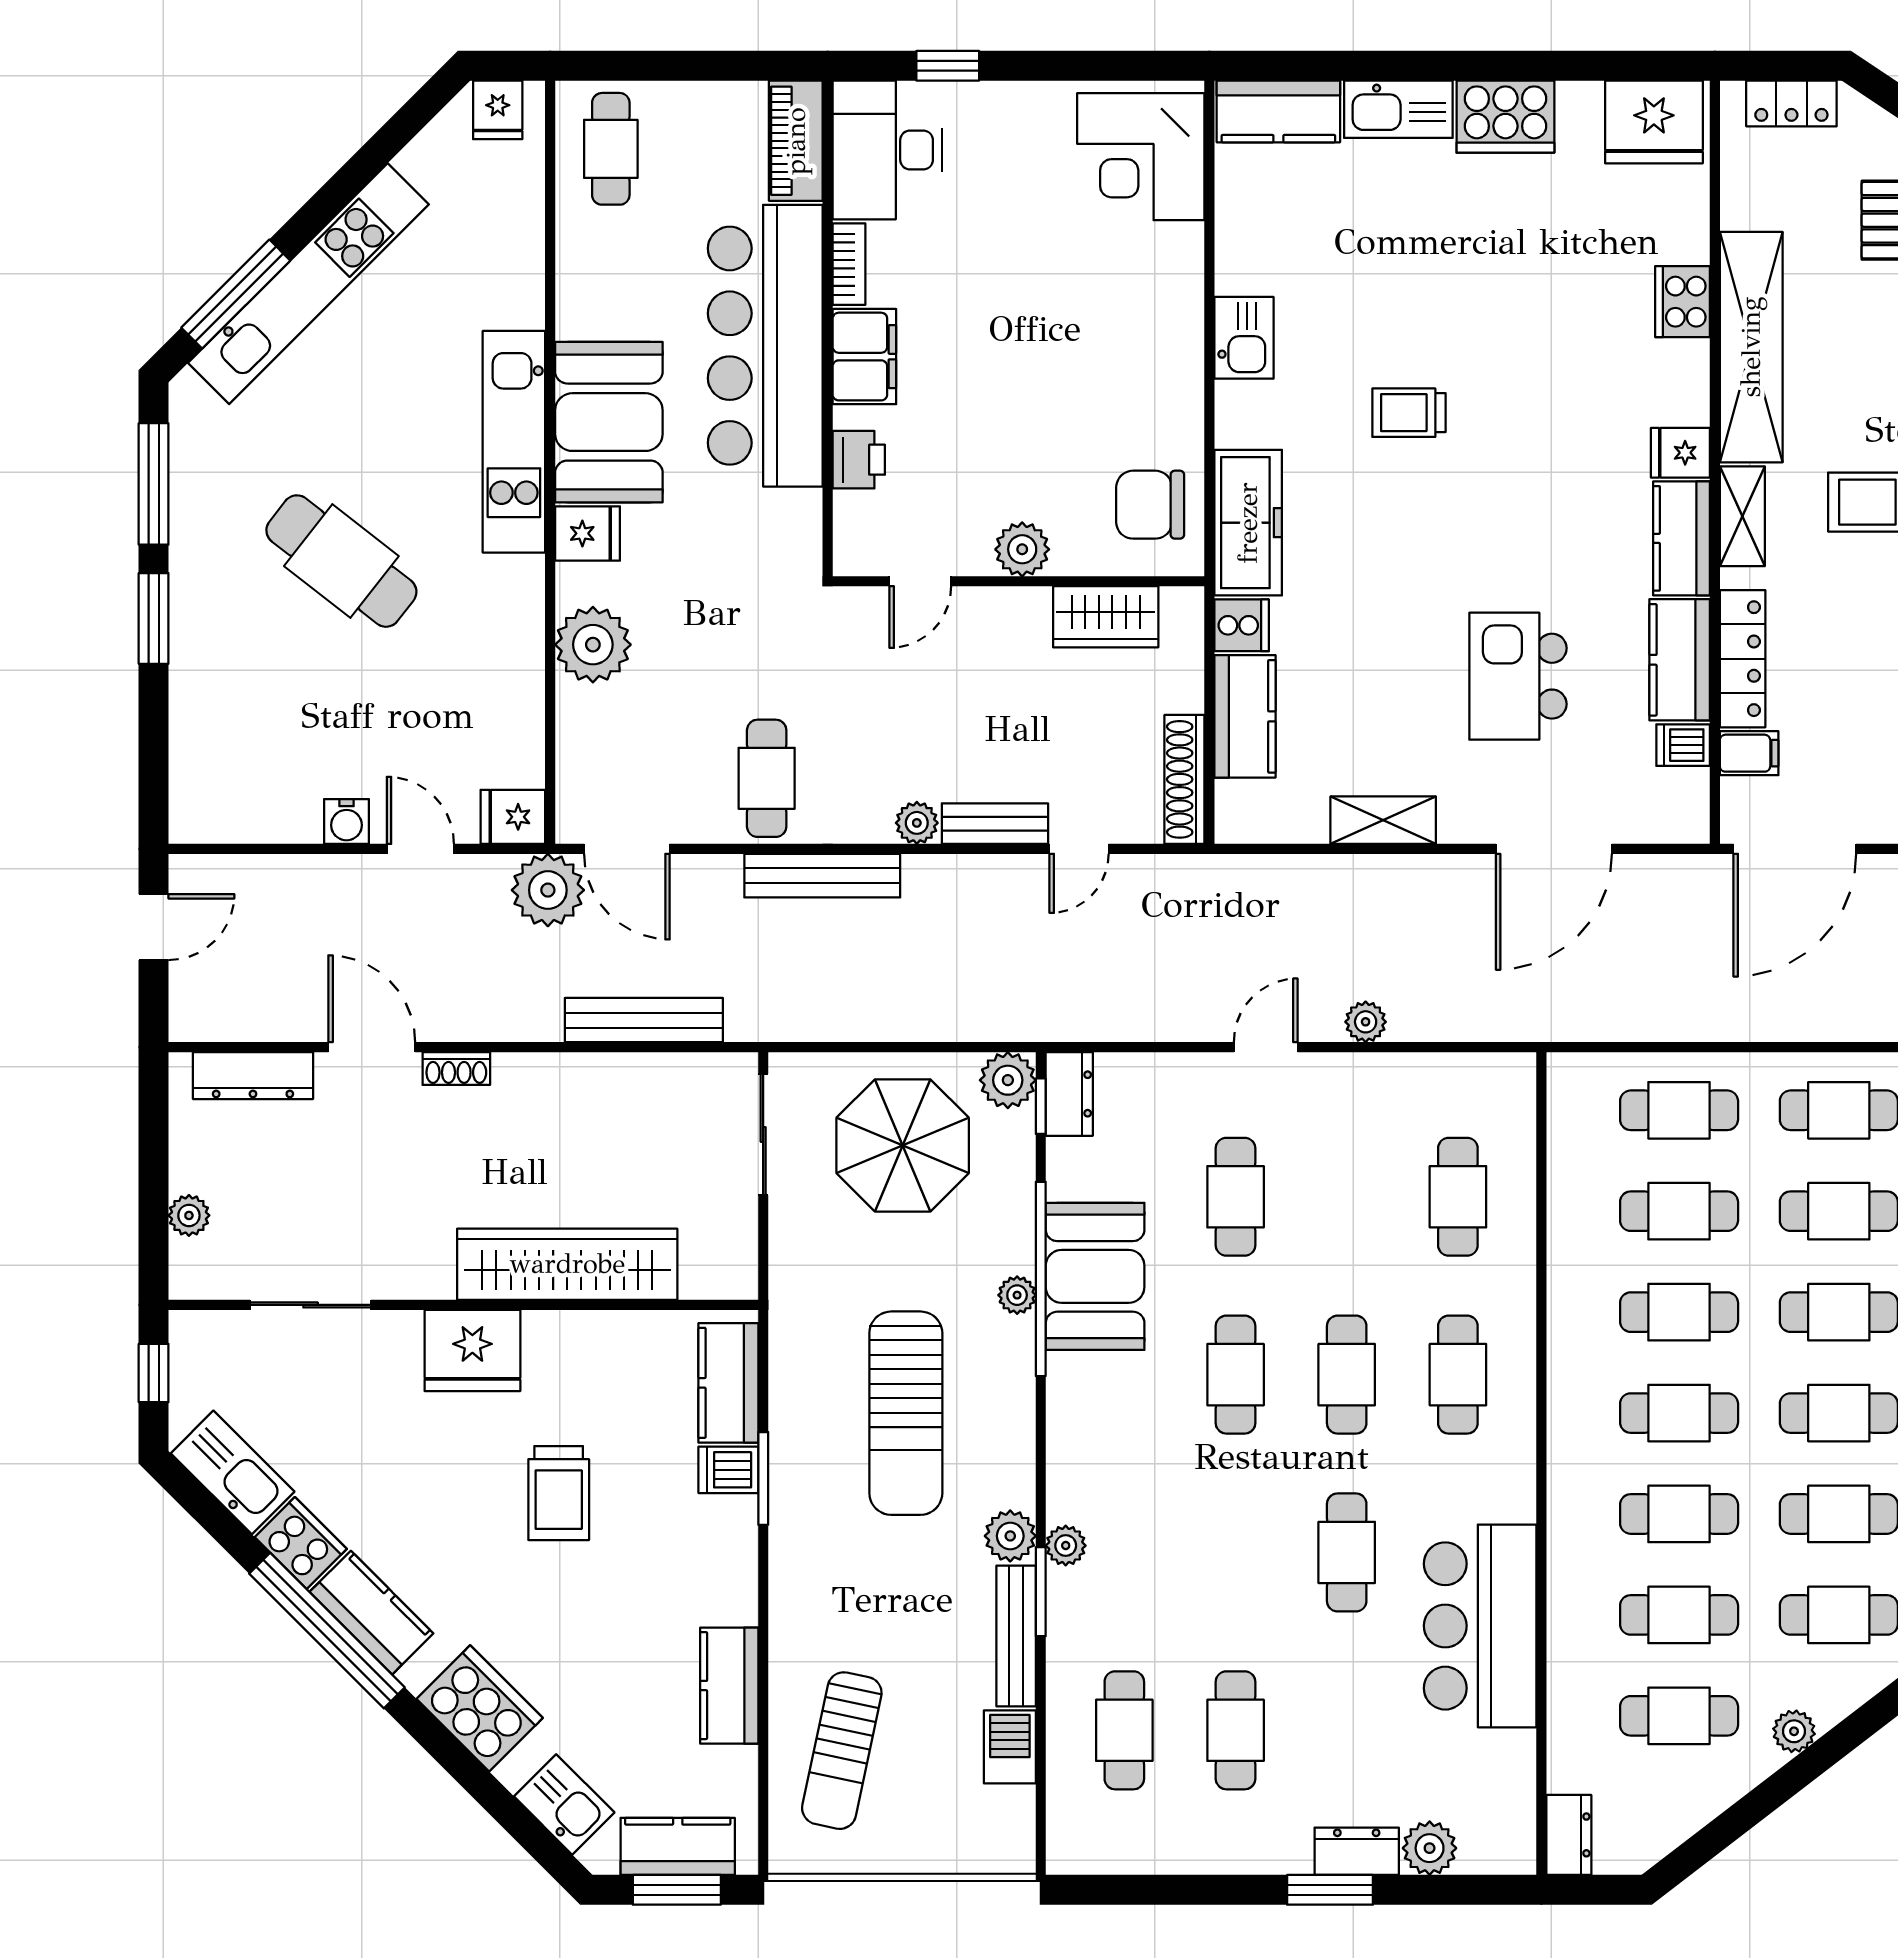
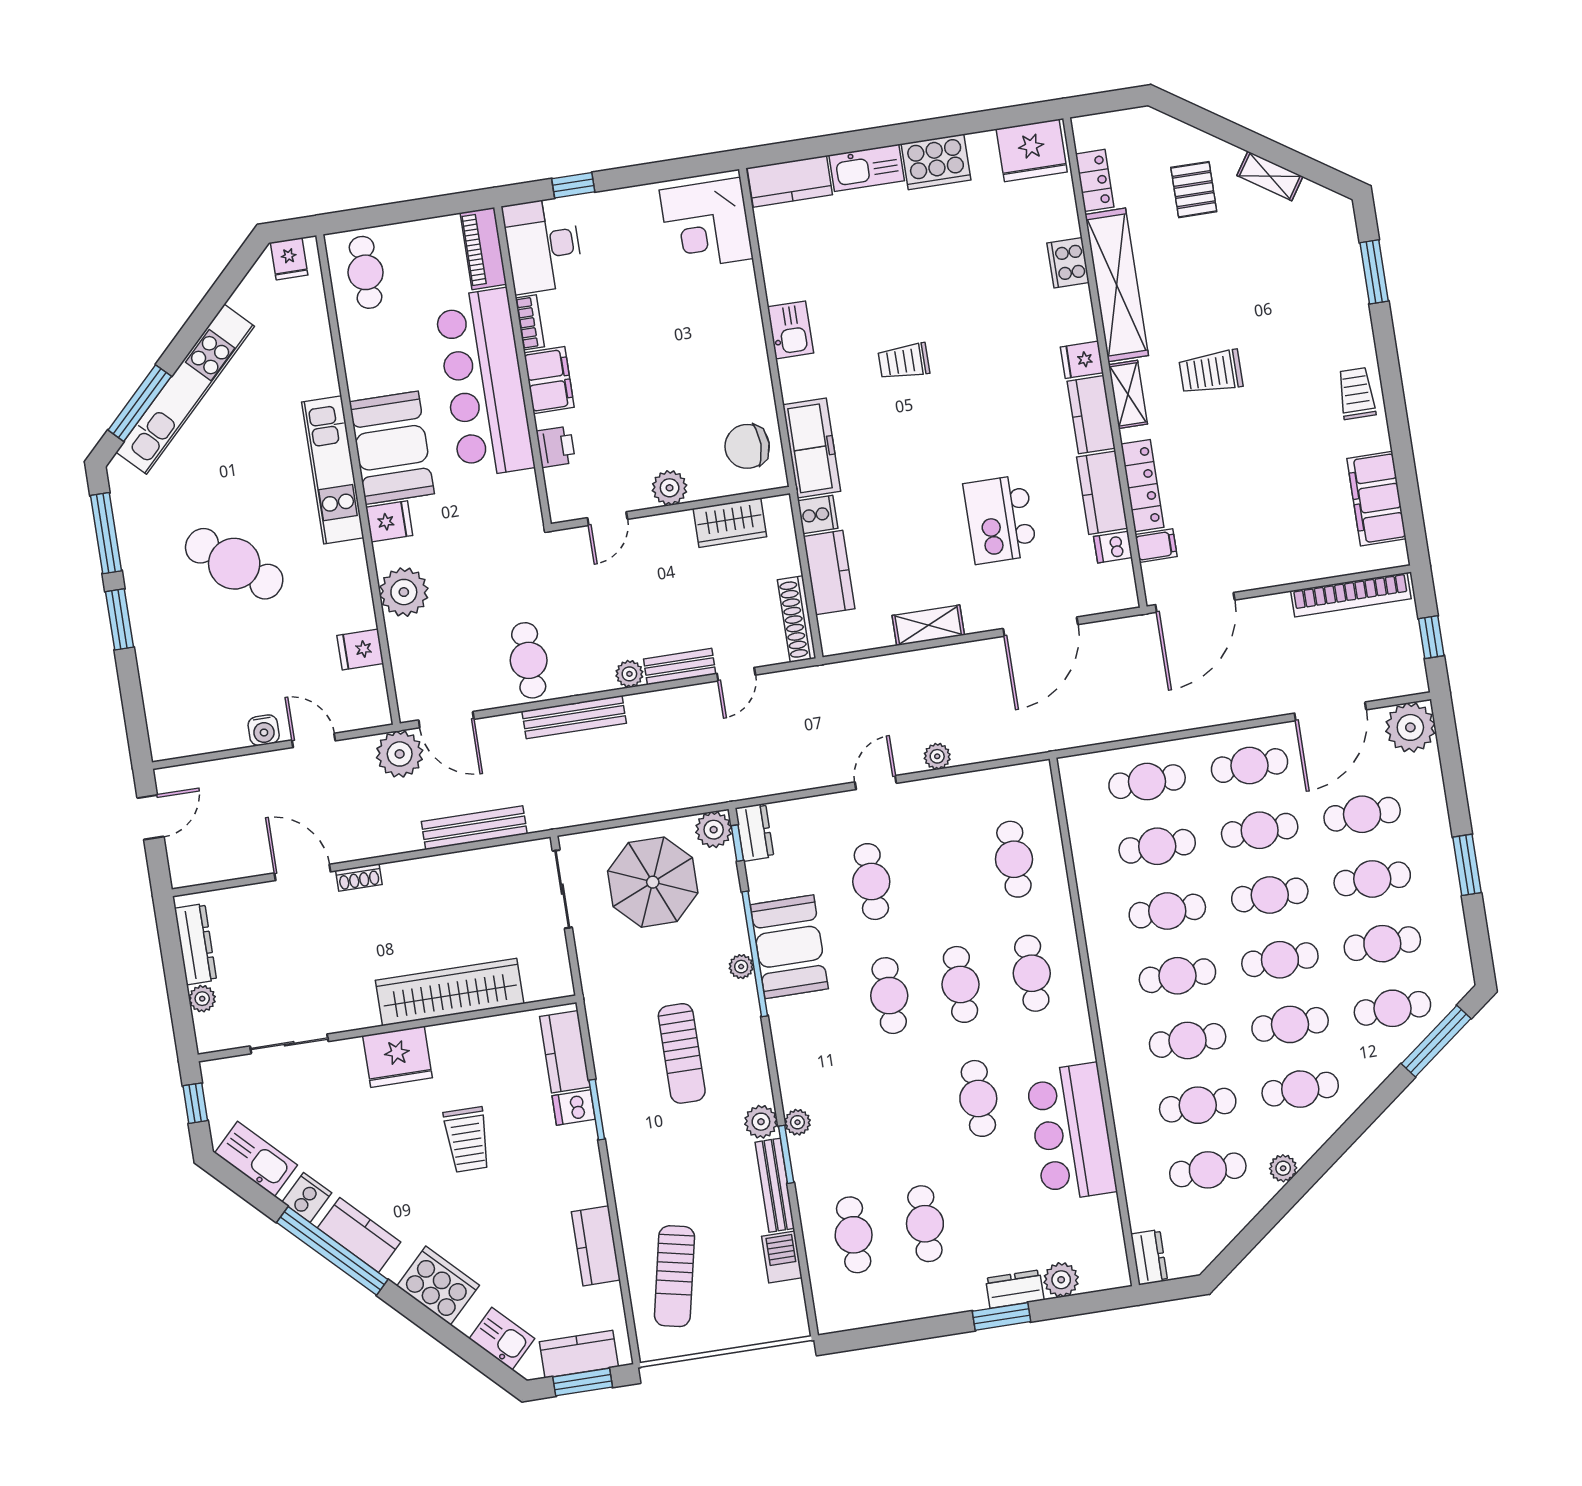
locker: (1791, 103) -> (1095, 180), moved, turned -90
fridge: (513, 817) -> (360, 650), moved
dresser: (253, 1076) -> (196, 944), moved, turned -90
sun lounger: (906, 1413) -> (682, 1053), width x0.73, depth x0.75
cooker: (301, 1543) -> (307, 1197), width x0.73

